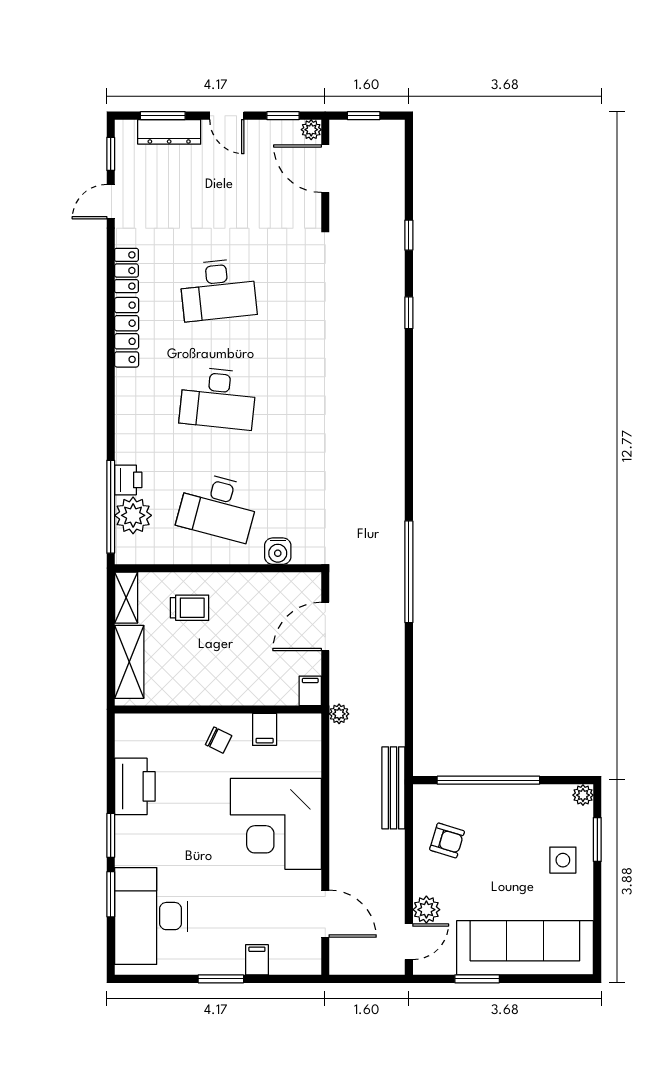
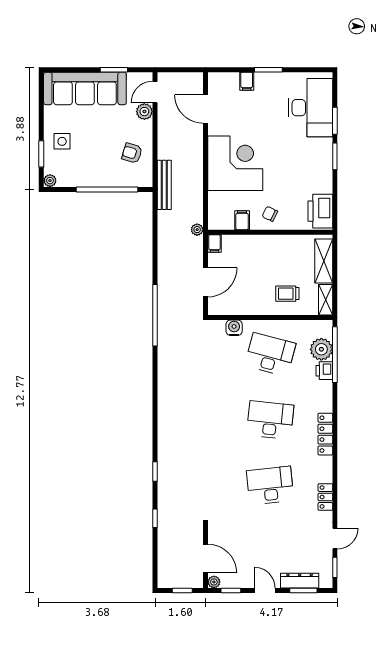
locker: (127, 332) -> (325, 434), moved
printer: (135, 786) -> (320, 211), moved

